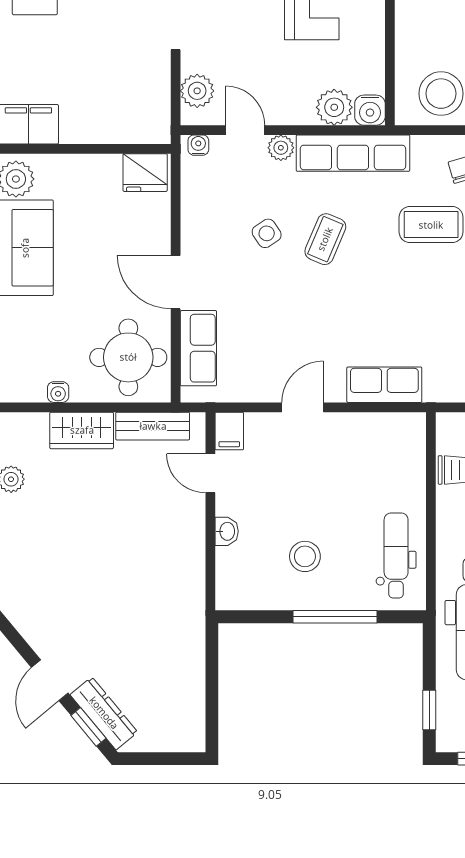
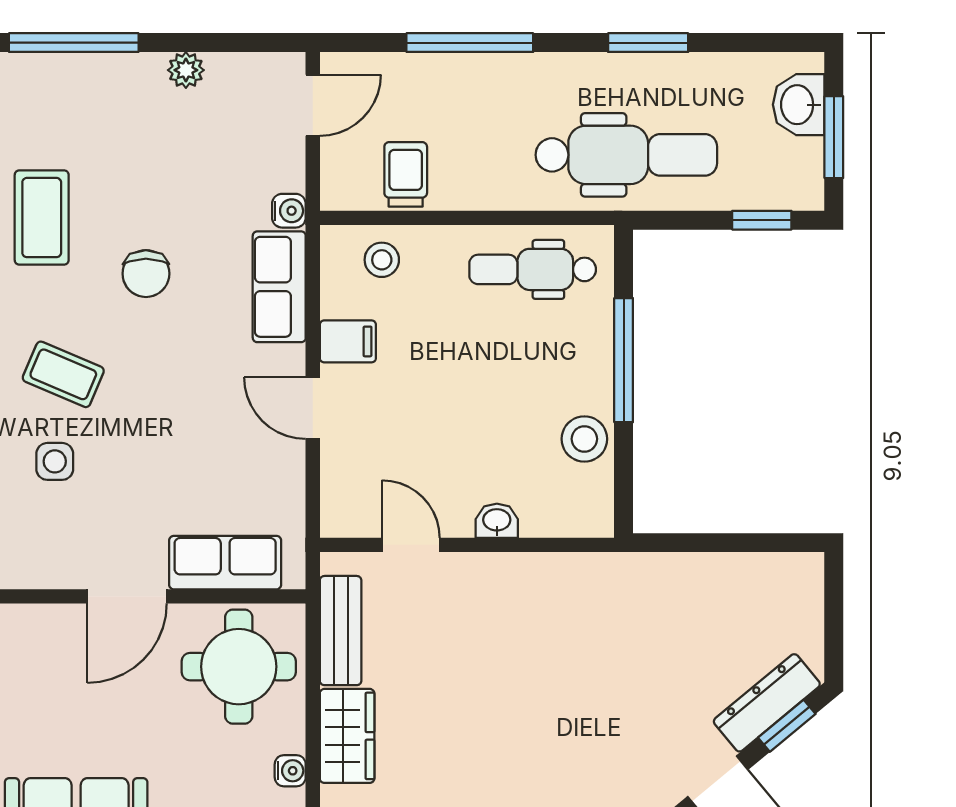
side table: (267, 233) -> (55, 461), turned 34
chair: (393, 295) -> (146, 274), added
water cooler: (436, 391) -> (289, 211), added
filing cabinet: (229, 431) -> (348, 341), moved
stool: (403, 454) -> (382, 260), added
door: (210, 473) -> (411, 545), swing flipped
stool: (305, 556) -> (584, 439), moved

